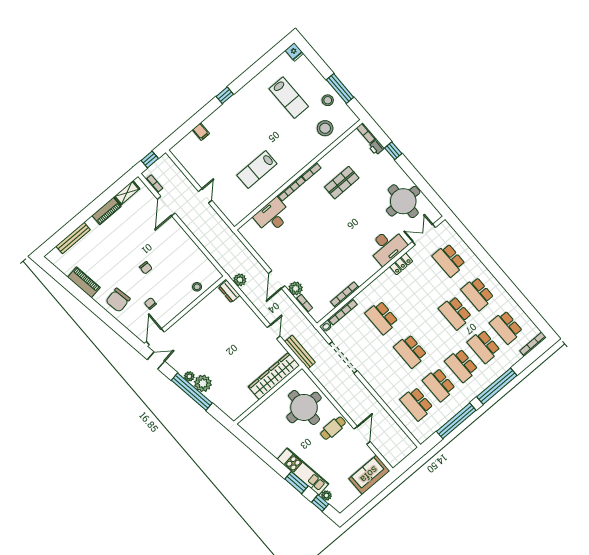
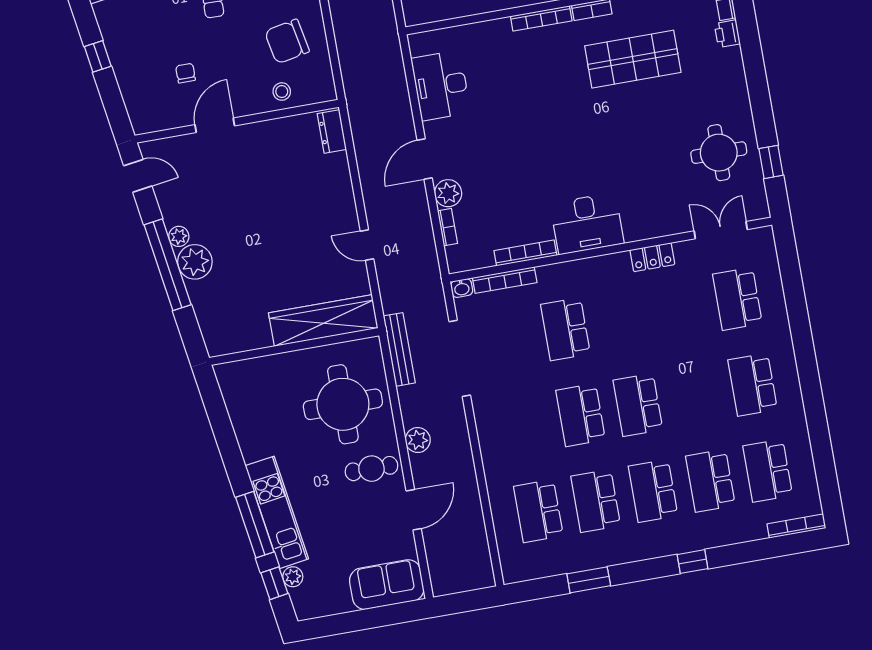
window: (393, 151) -> (771, 162), moved
shop shelf: (342, 183) -> (633, 59), width x1.43, depth x1.36
round table: (403, 201) -> (719, 153), width x0.73, depth x0.73
desk: (273, 216) -> (441, 85), moved, turned -90
desk: (387, 246) -> (587, 223), moved
plant: (240, 280) -> (418, 440), moved
chair: (118, 300) -> (287, 41), moved
school desk: (455, 313) -> (638, 405), moved
window: (108, 319) -> (98, 56), added
door: (274, 332) -> (367, 245), swing flipped
door: (155, 337) -> (215, 125), moved
bench: (300, 352) -> (399, 349), moved
window: (497, 386) -> (692, 562), width x0.32
window: (456, 421) -> (589, 580), width x0.47
window: (296, 483) -> (255, 525), width x1.44

